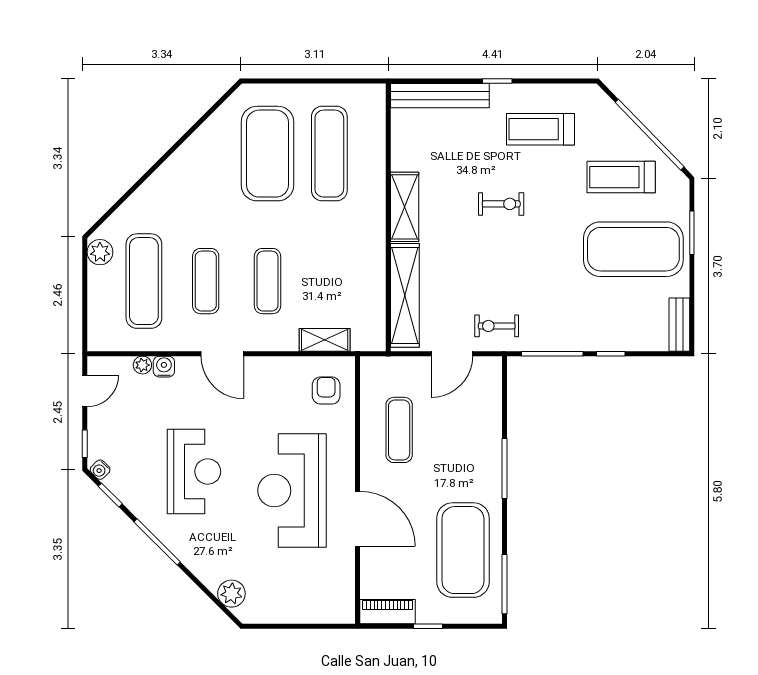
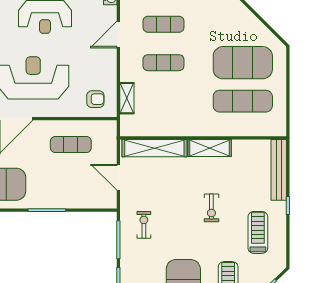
exercise bike: (497, 326) -> (144, 225), moved

